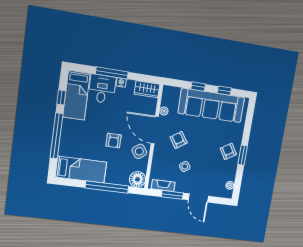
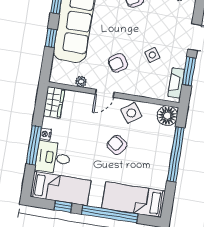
door: (155, 130) -> (105, 93), width x0.53
armchair: (114, 141) -> (117, 145), turned -144
bed: (81, 170) -> (134, 200), moved, turned -90

